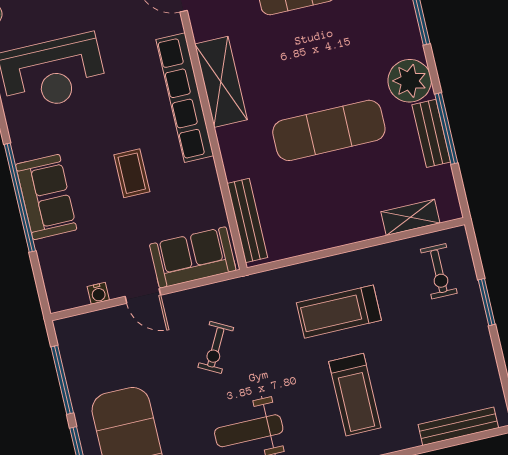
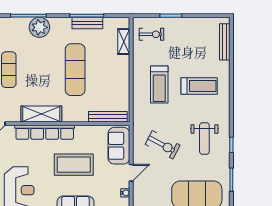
plant: (410, 81) -> (39, 27), moved
coffee table: (132, 173) -> (74, 165), width x1.86, depth x1.72
exercise bike: (216, 347) -> (163, 145), width x1.38, depth x1.39

